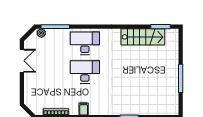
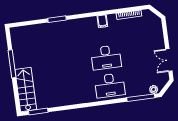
stairs: (143, 37) -> (26, 90), moved, turned 90

